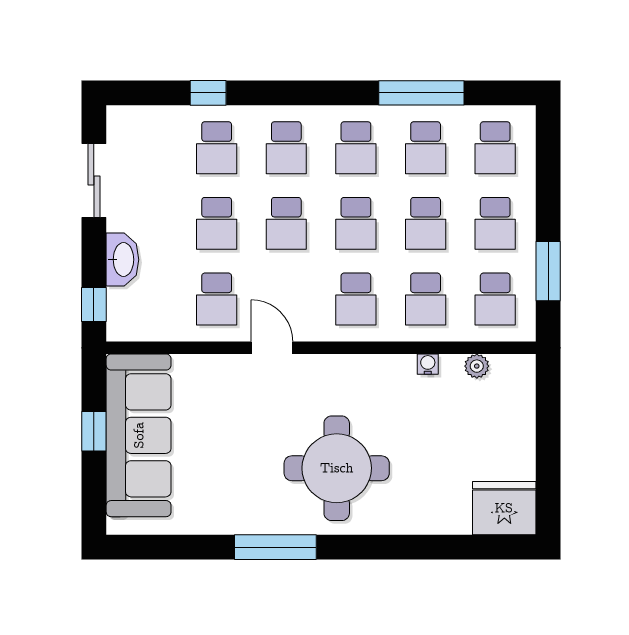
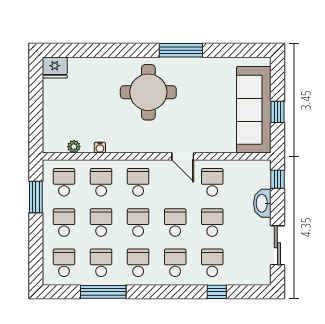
fridge: (504, 508) -> (55, 67), width x0.73, depth x0.75

